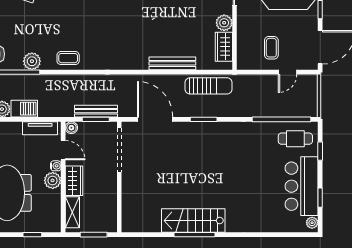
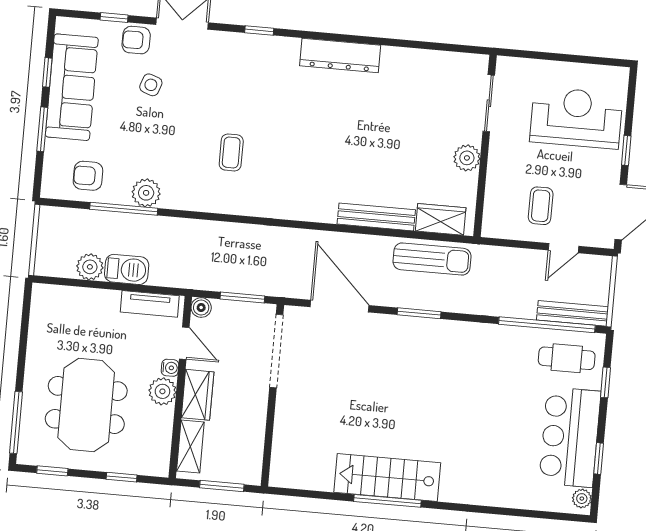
wardrobe: (224, 47) -> (441, 219), moved, turned 90
coffee table: (68, 58) -> (231, 152), moved, turned 90
bench: (96, 111) -> (573, 313), moved

